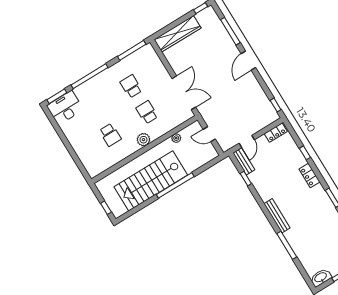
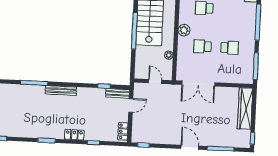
school desk: (147, 112) -> (202, 46), turned 180
door: (209, 134) -> (155, 81), hinge flipped
door: (247, 142) -> (131, 105), swing flipped

